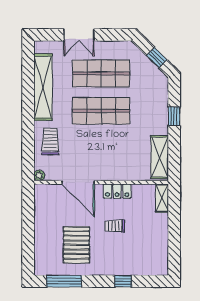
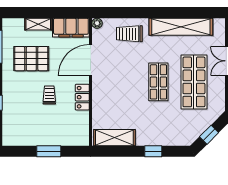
shop shelf: (101, 111) -> (158, 82), width x0.70, depth x0.74
trolley: (50, 141) -> (129, 34), turned 180
shelving: (162, 198) -> (38, 24), moved
filing cabinet: (44, 203) -> (71, 28), added
window: (174, 226) -> (49, 151), added

